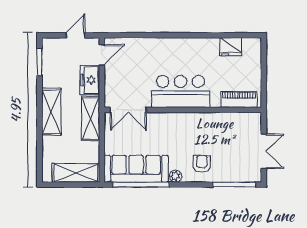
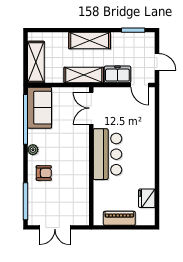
piano: (239, 99) -> (119, 218), moved, turned -90
sofa: (136, 169) -> (40, 108), width x0.73

